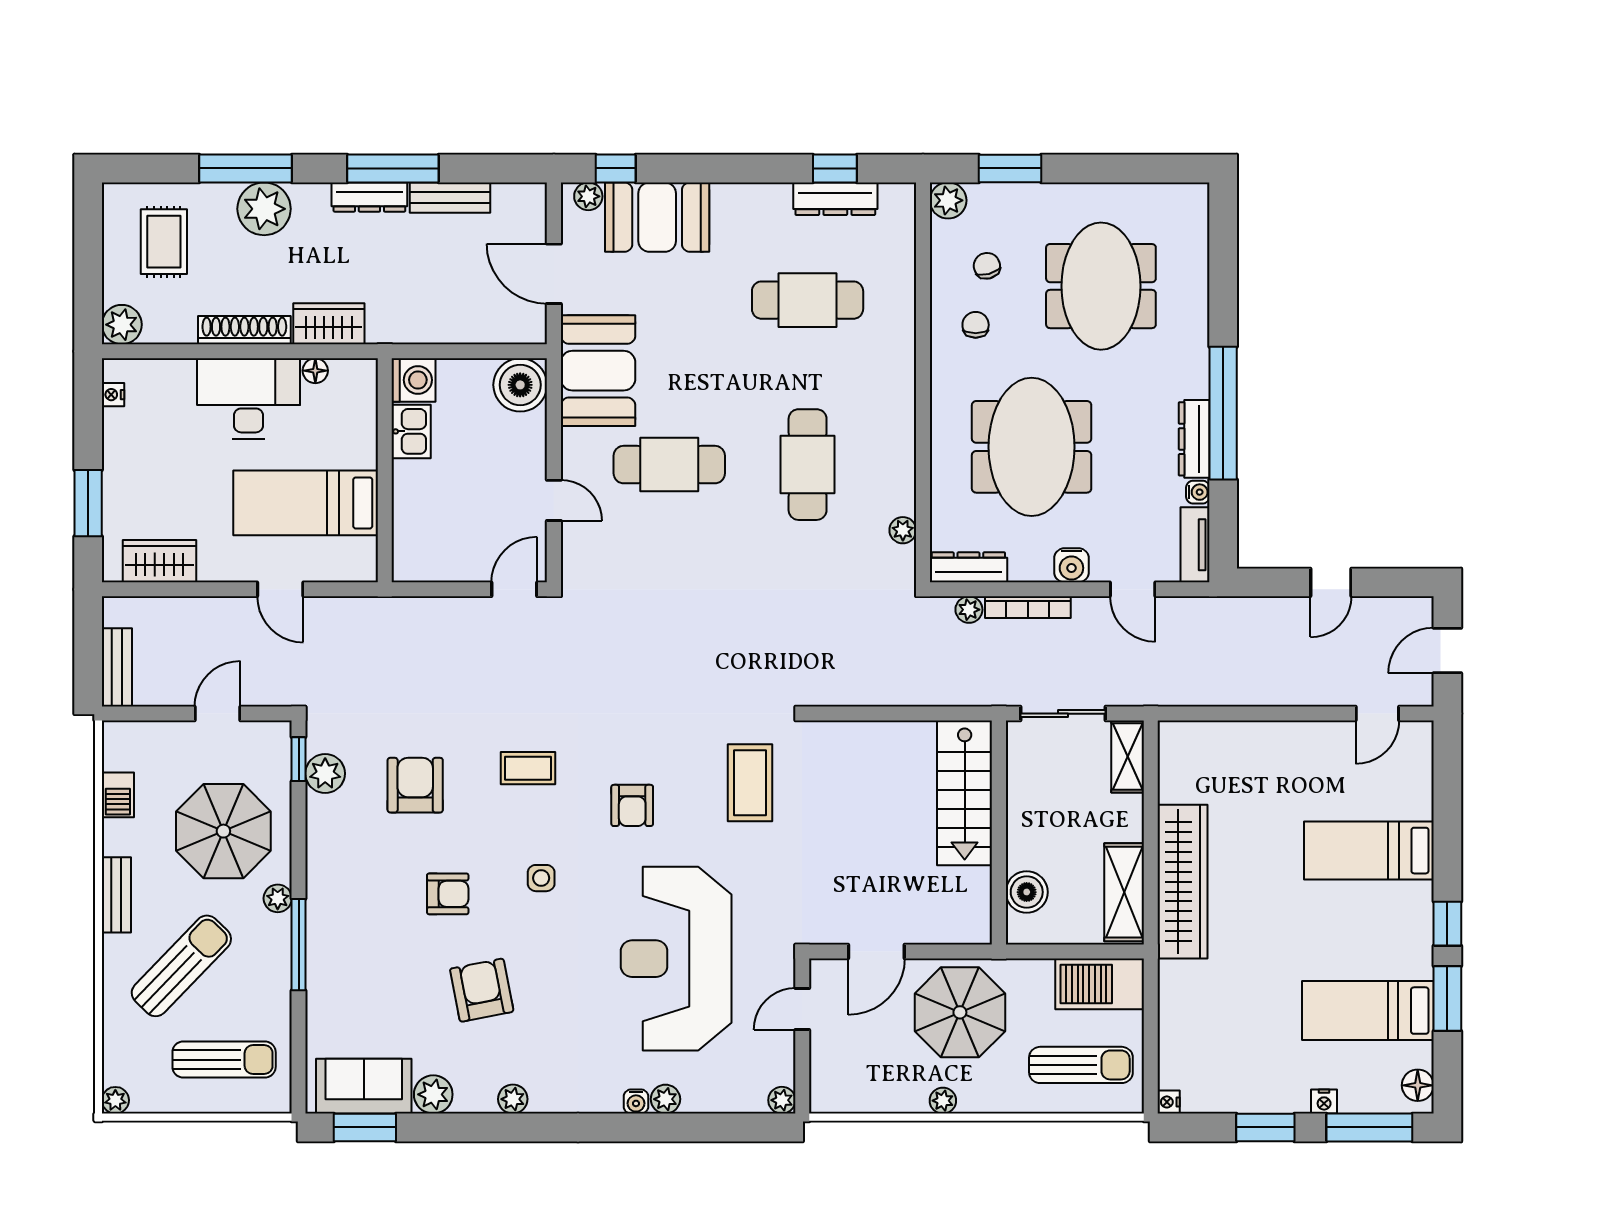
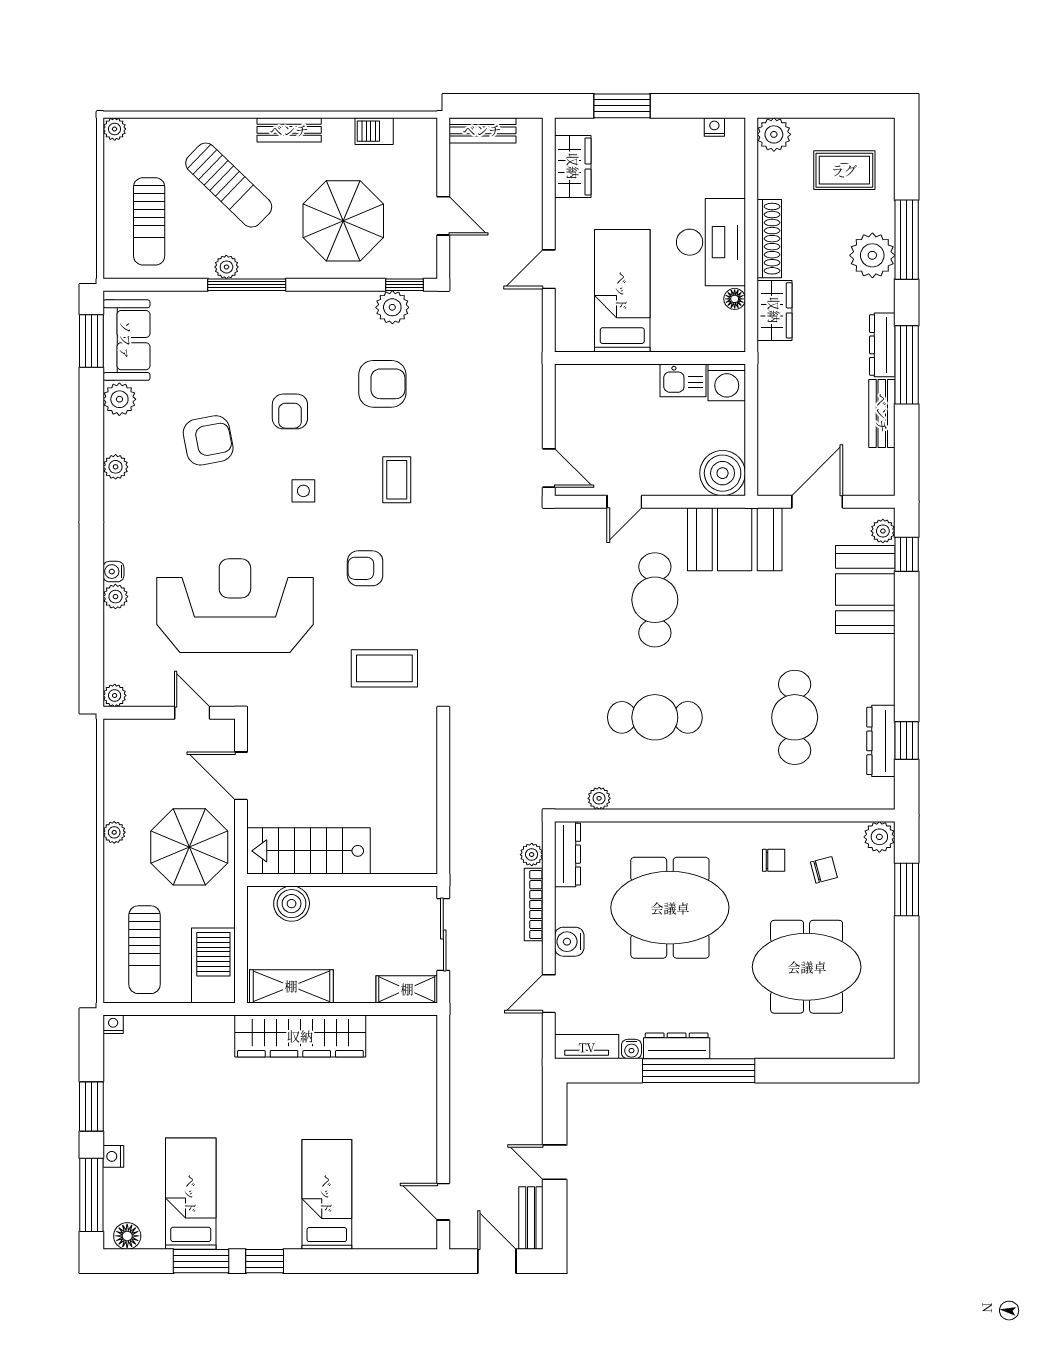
bench: (1397, 610) -> (531, 1218), added
stairs: (965, 793) -> (308, 851), moved
plant: (278, 898) -> (226, 267), moved

